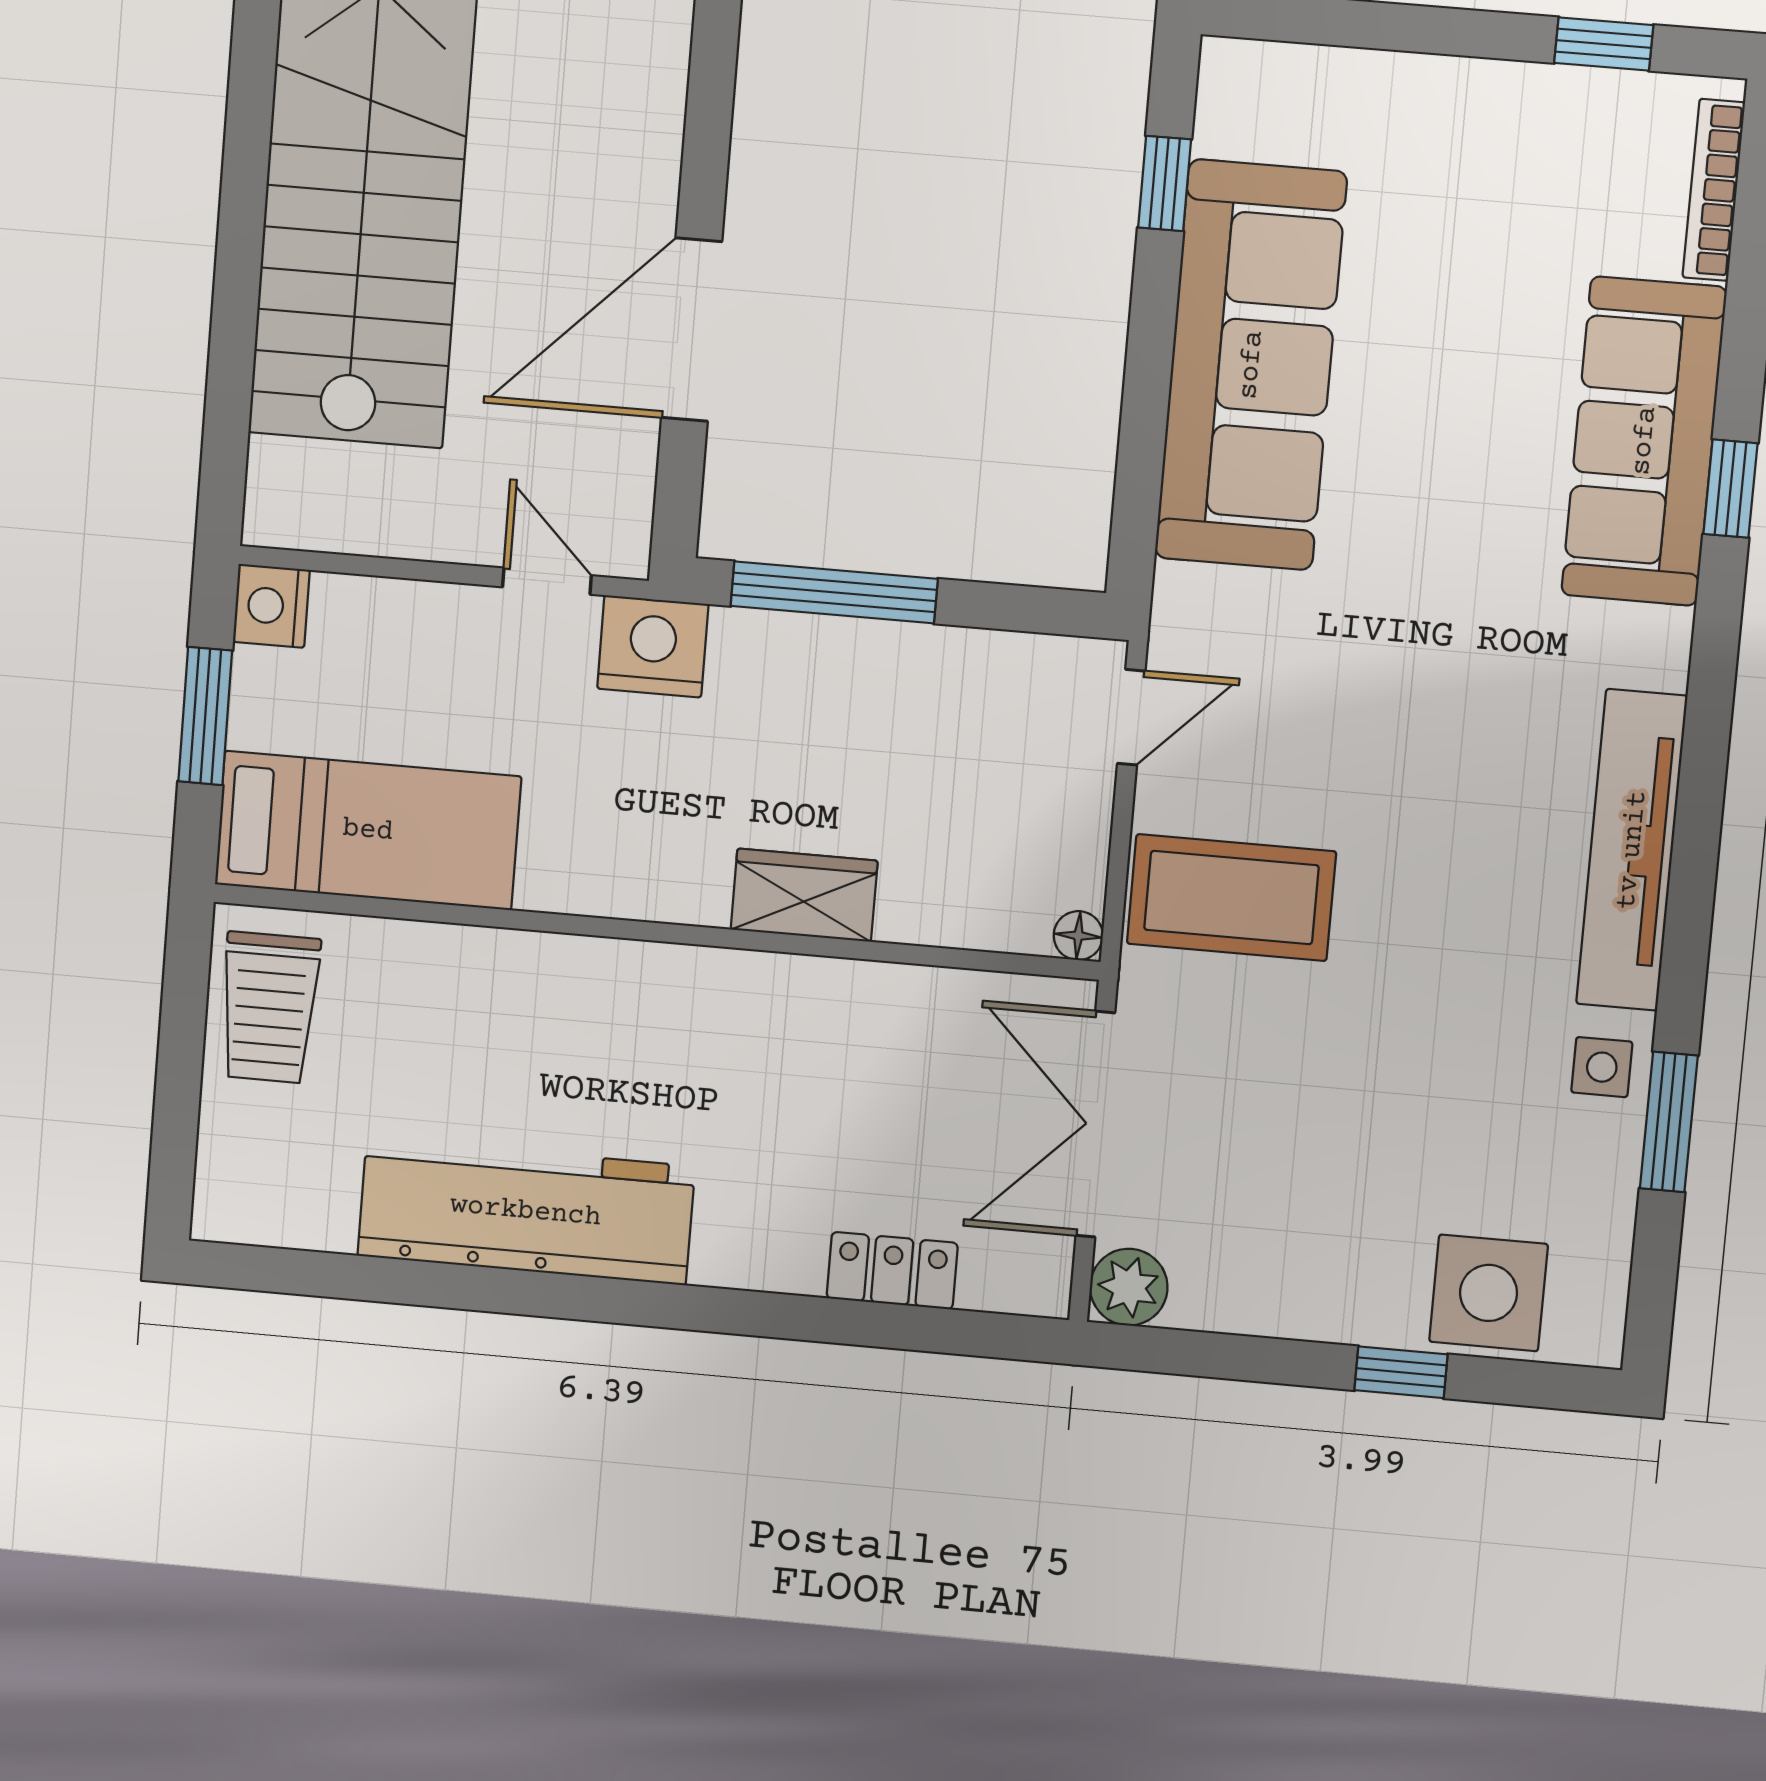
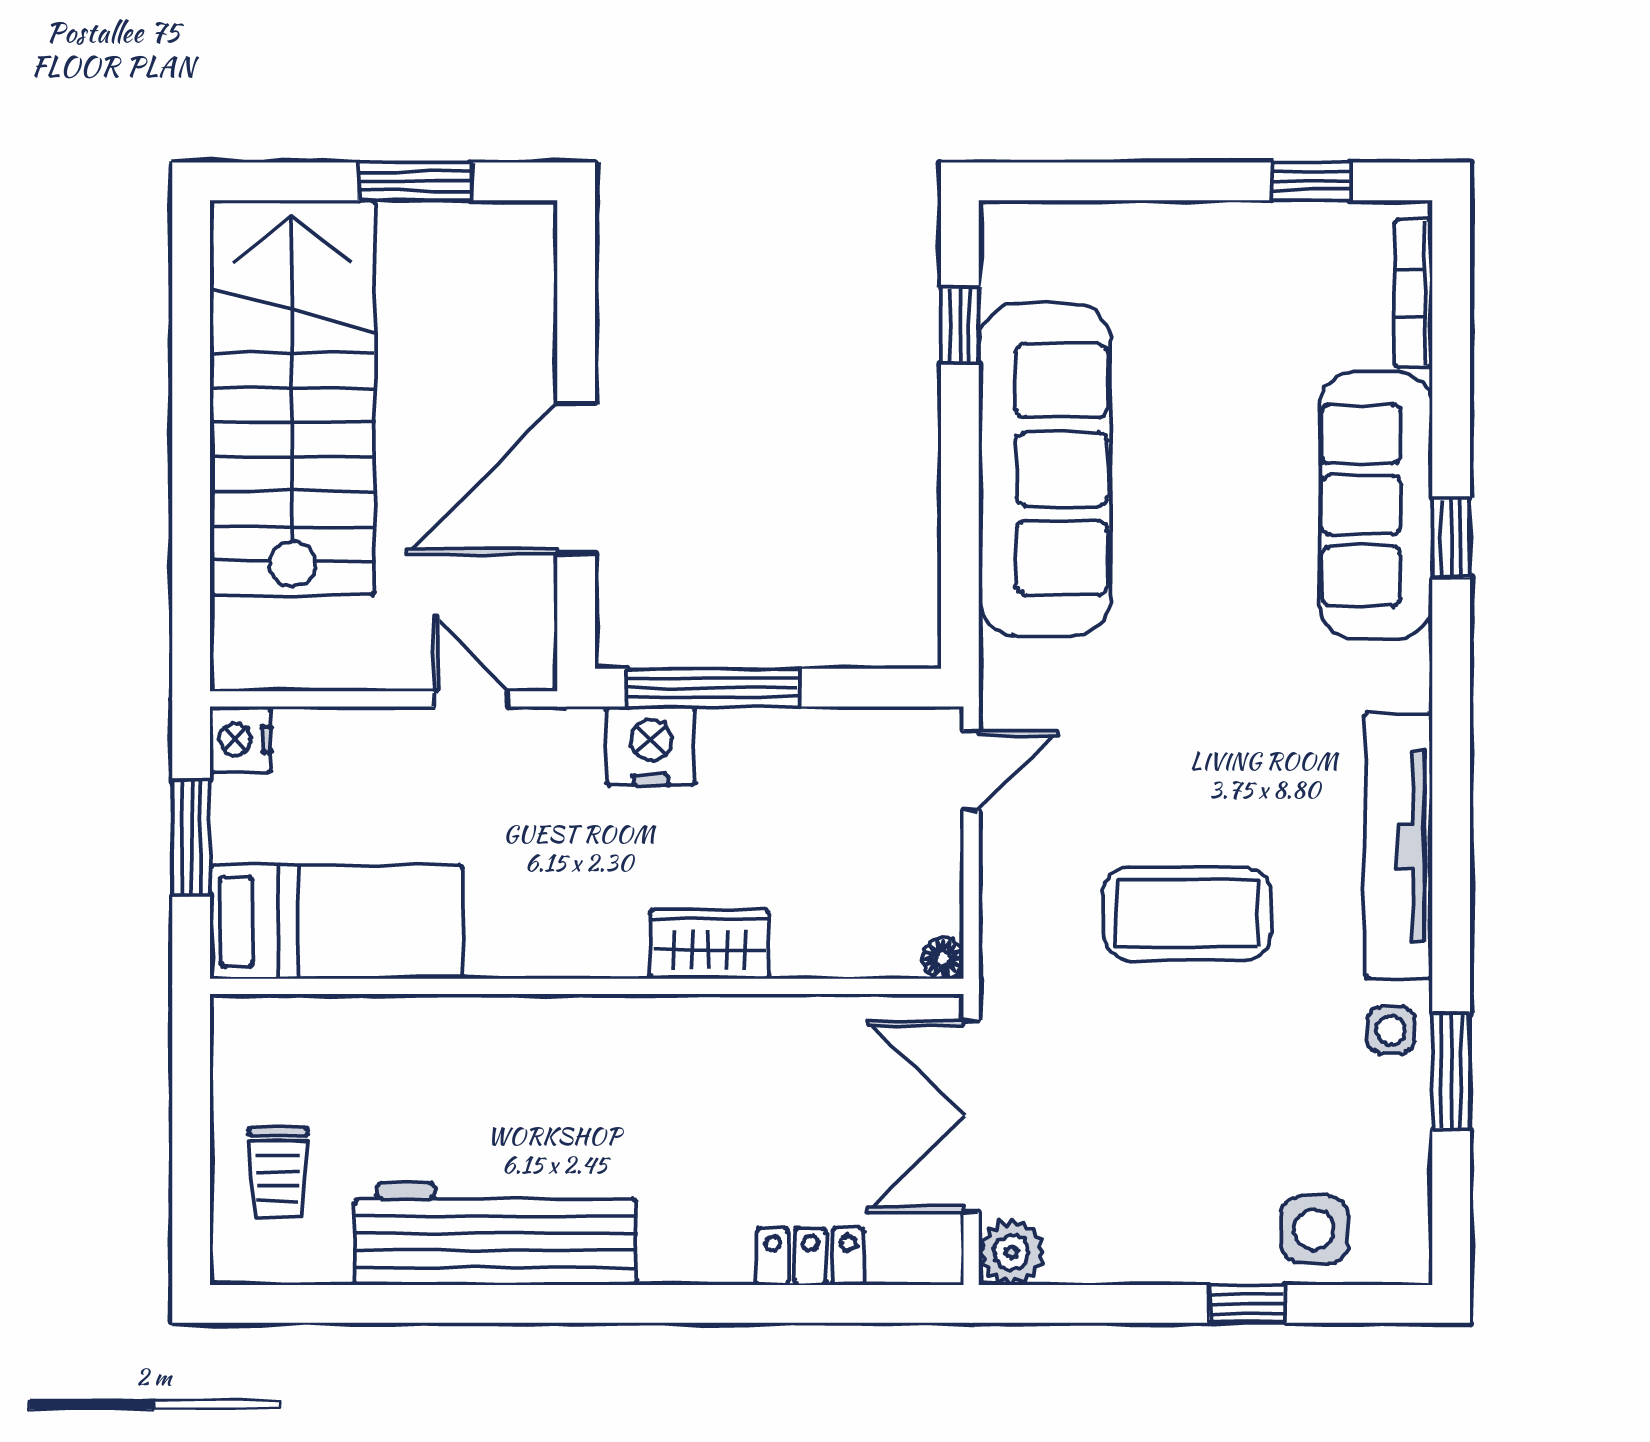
nightstand: (653, 646) -> (651, 746), moved
coffee table: (1231, 898) -> (1187, 913), moved
trolley: (269, 1008) -> (278, 1173), moved, width x0.73, depth x0.72
side table: (1489, 1293) -> (1314, 1230), width x0.73, depth x0.73

